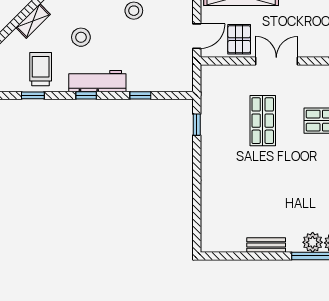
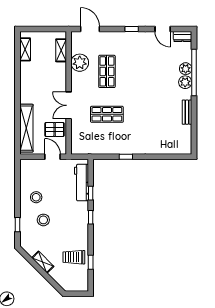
stool: (81, 37) -> (43, 220), moved
workbench: (97, 81) -> (81, 183), moved
window: (86, 95) -> (91, 217), moved
window: (197, 125) -> (126, 157), moved

